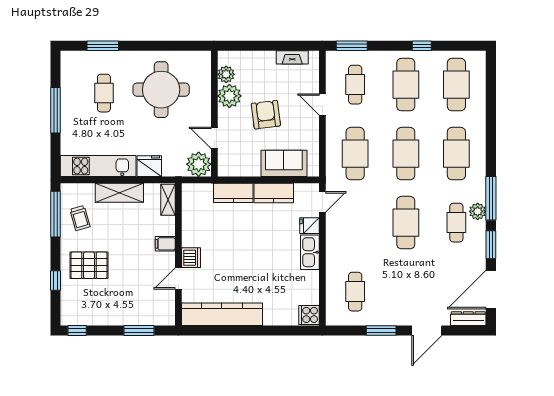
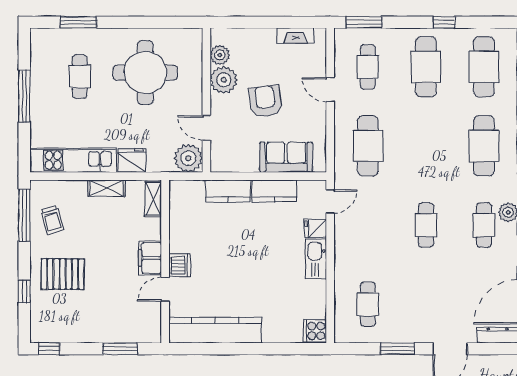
cafe table: (406, 154) -> (426, 146), removed
shelving: (119, 193) -> (107, 188), width x0.67, depth x0.75
cafe table: (406, 223) -> (426, 225), width x0.73, depth x0.74
filing cabinet: (165, 244) -> (150, 258), width x2.00

